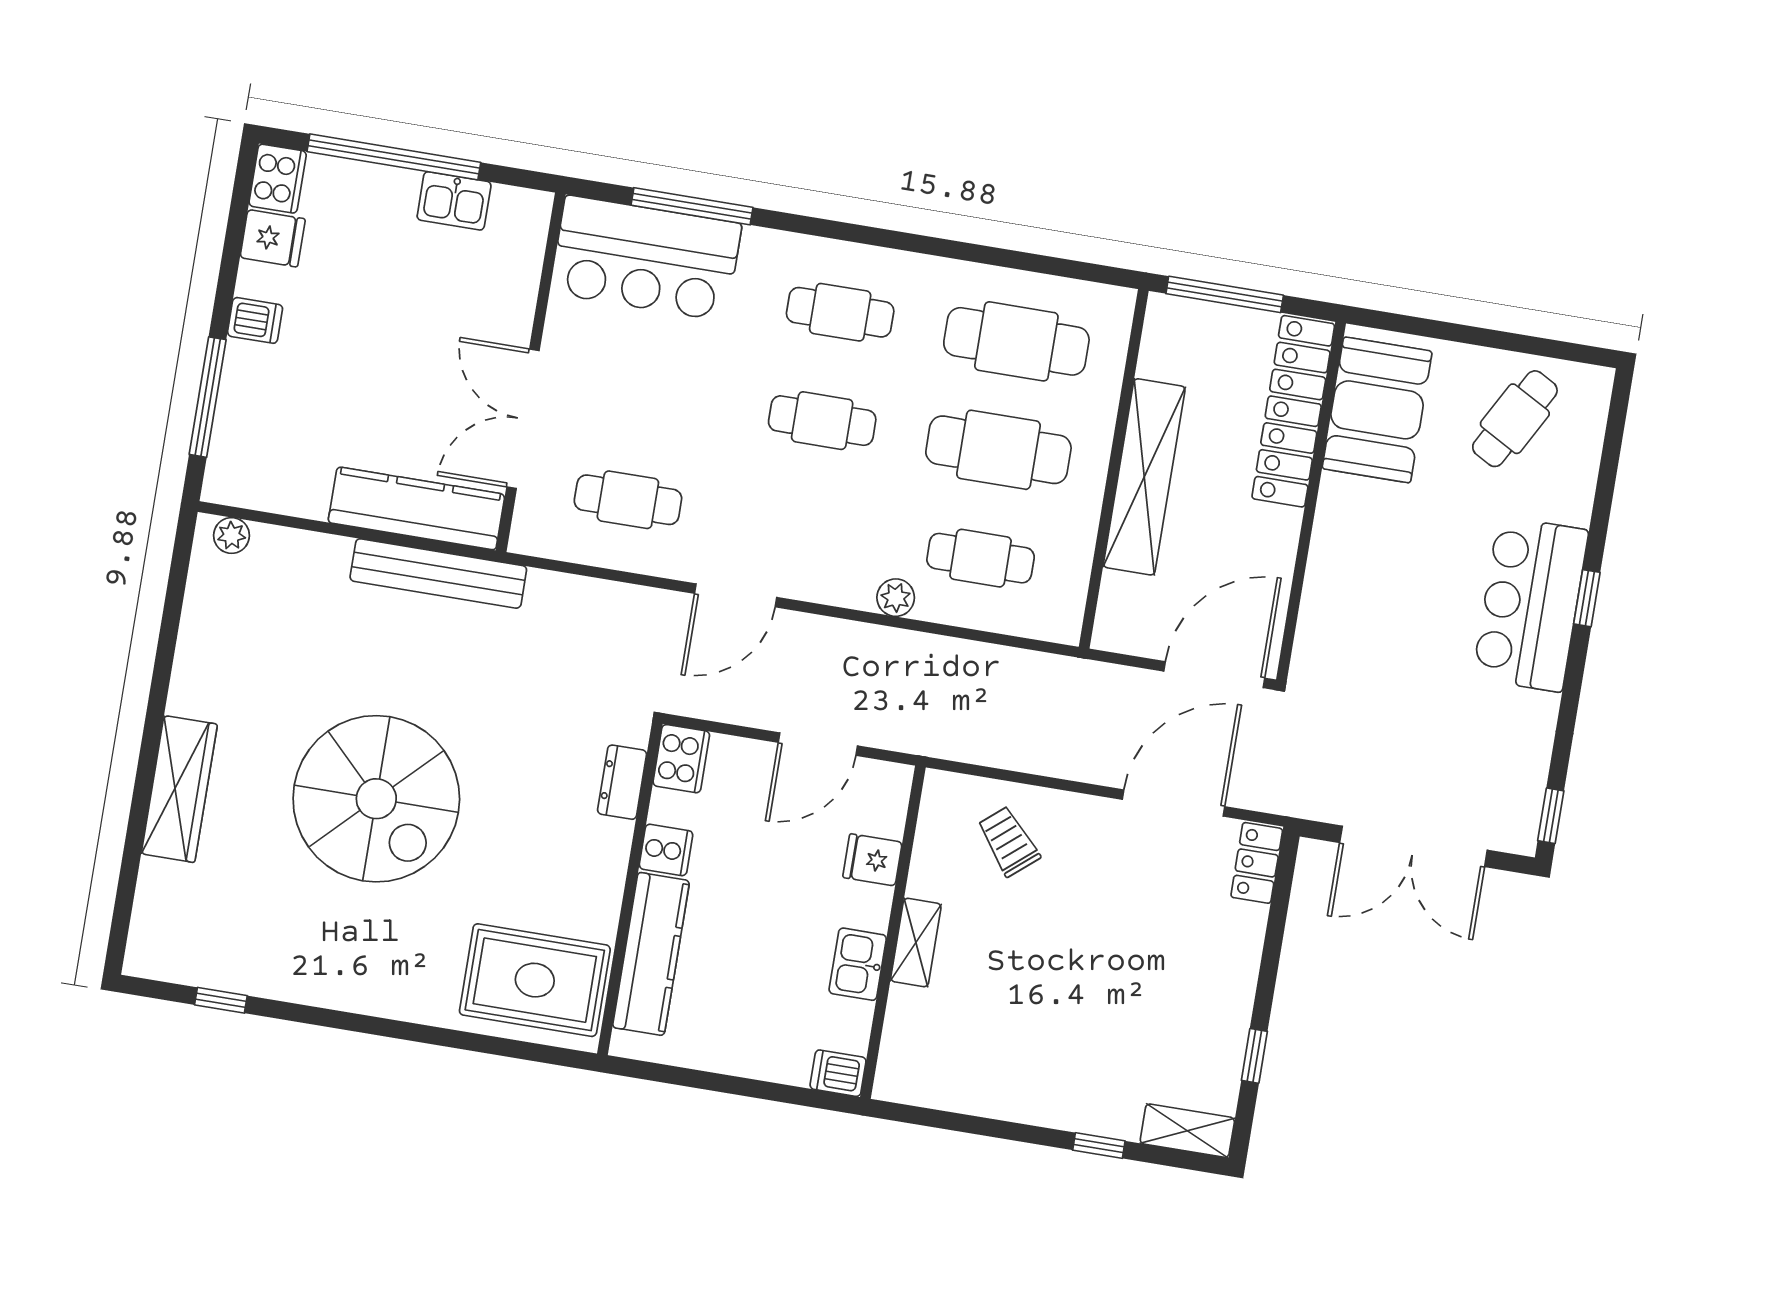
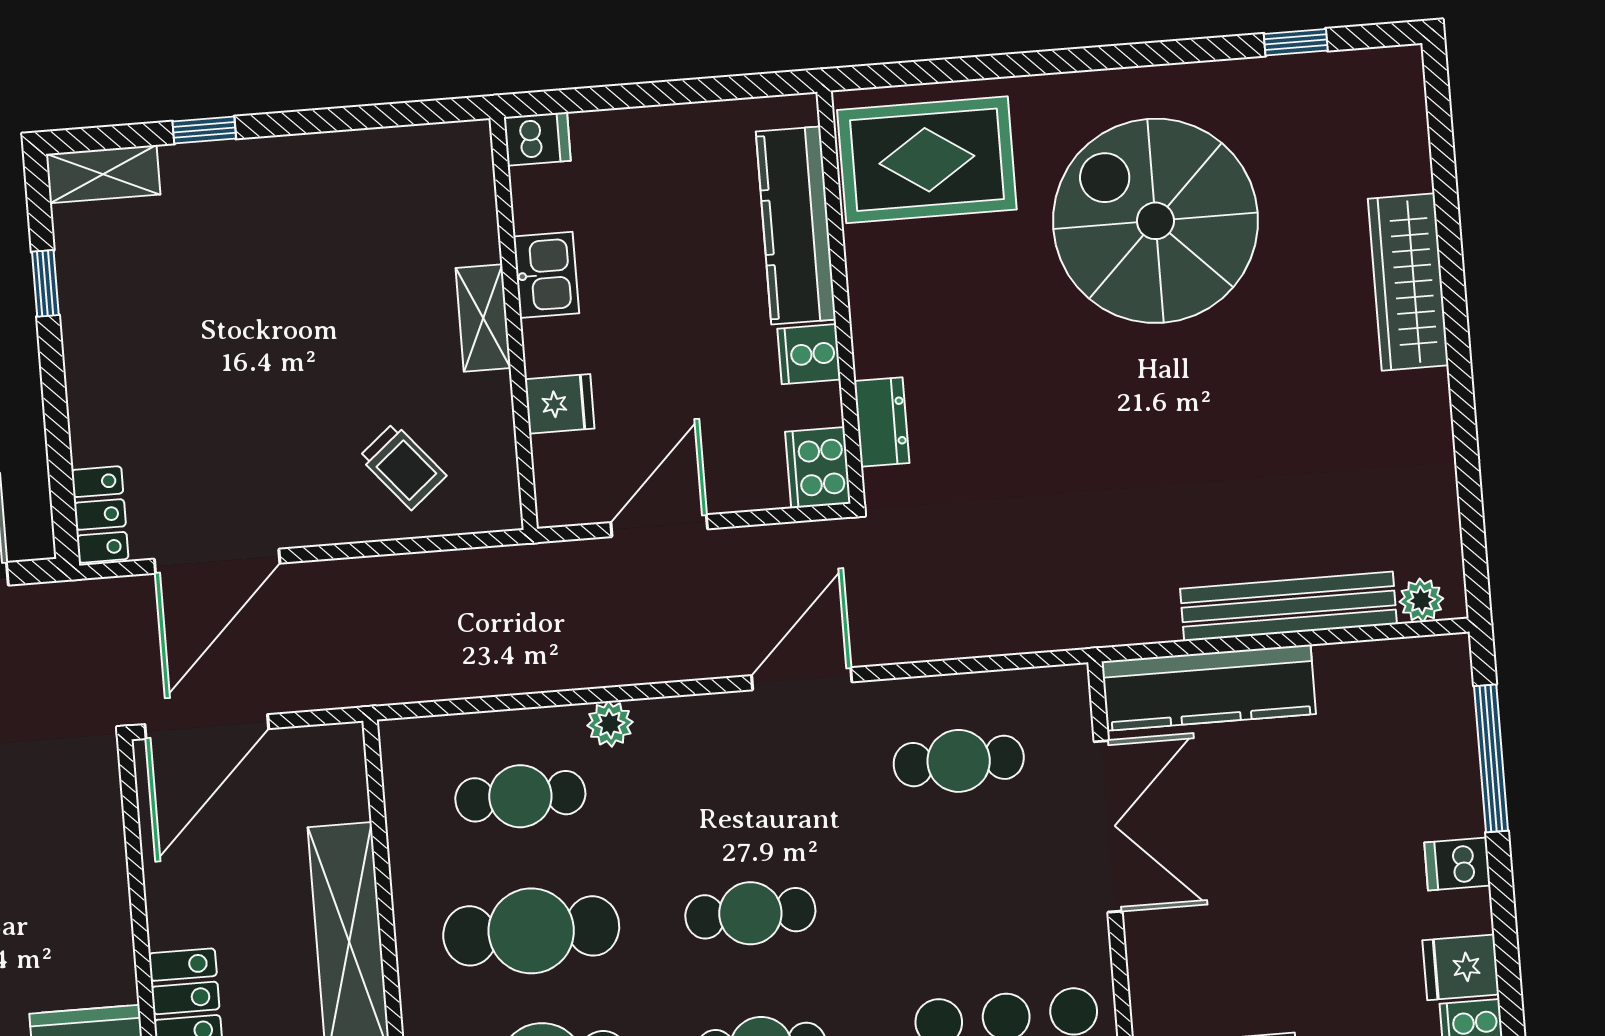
bench: (438, 573) -> (1288, 606), moved
spiral stairs: (376, 799) -> (1155, 221), moved

